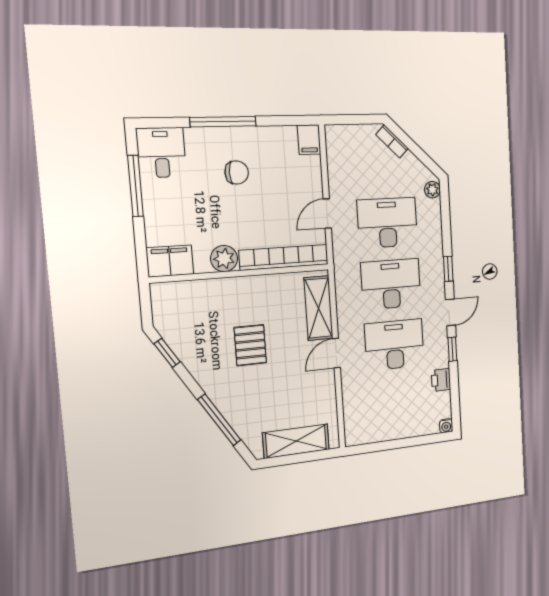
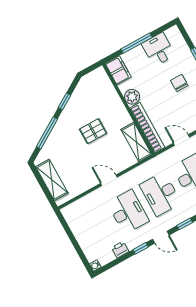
desk: (161, 153) -> (158, 49), moved, turned -90
chair: (237, 172) -> (179, 83), turned 180
window: (135, 186) -> (137, 43), moved
desk: (391, 284) -> (160, 194), turned 180
shelving: (318, 308) -> (136, 142), moved, turned 90
window: (167, 353) -> (65, 101), moved

